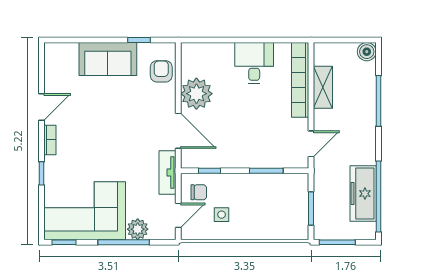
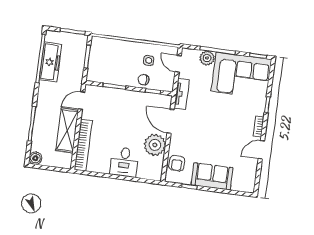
desk: (254, 63) -> (124, 162), moved
shelving: (323, 87) -> (67, 130), width x1.50, depth x1.33
chair: (199, 192) -> (144, 80), moved
door: (178, 215) -> (178, 64), hinge flipped

